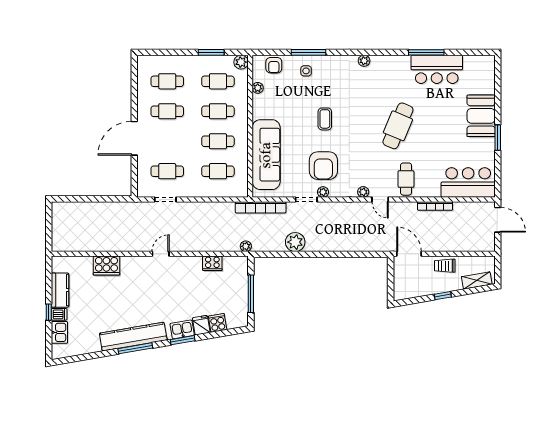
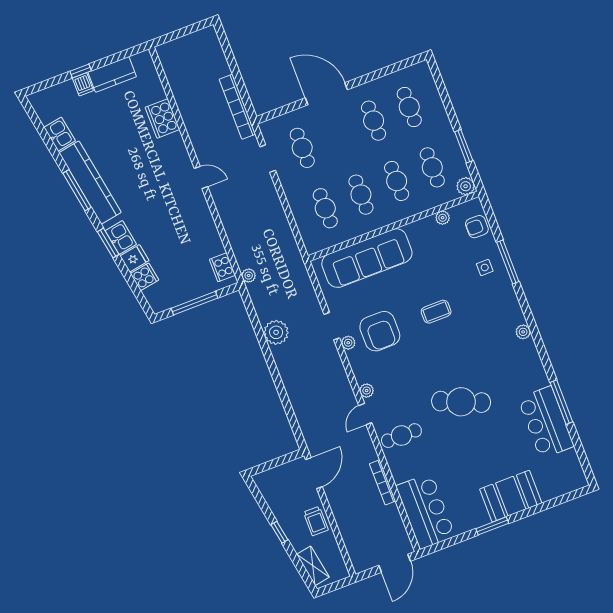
armchair: (323, 166) -> (380, 331), turned -90
bookcase: (261, 207) -> (237, 107), moved
cooker: (212, 263) -> (222, 267), moved
trolley: (445, 266) -> (316, 521), turned 180
kitchen sink: (59, 332) -> (60, 134), moved, turned -100

